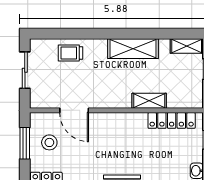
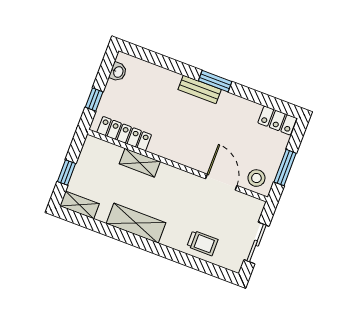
stool: (49, 142) -> (256, 178), moved

